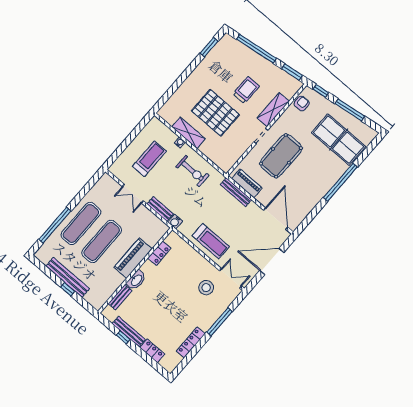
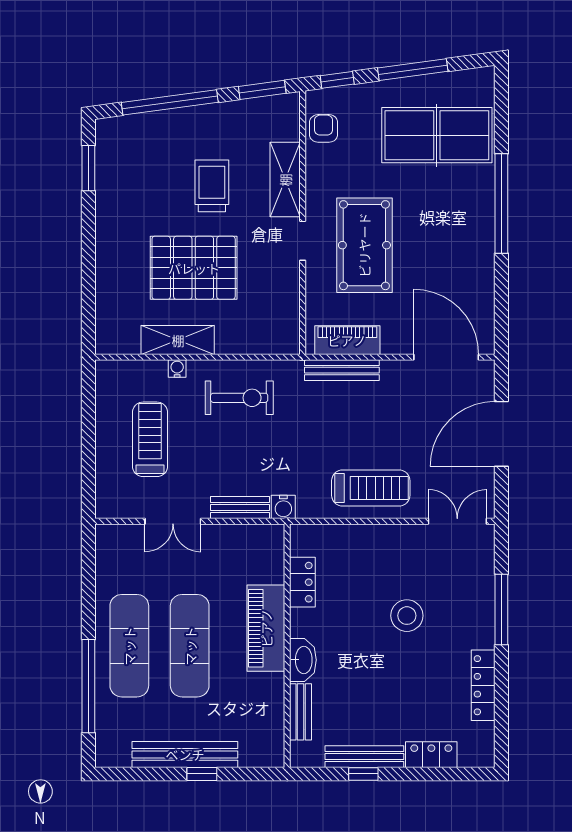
stool: (206, 288) -> (407, 616), moved

